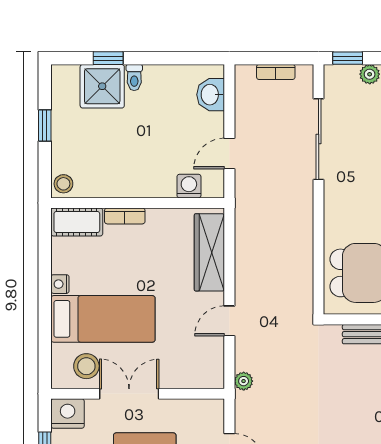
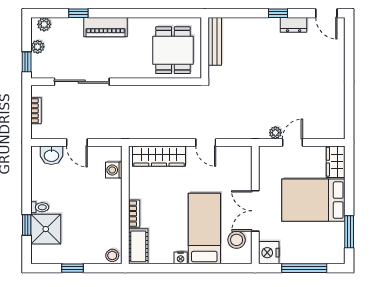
door: (229, 154) -> (77, 142), moved
plant: (244, 381) -> (275, 133), moved

